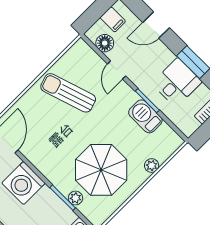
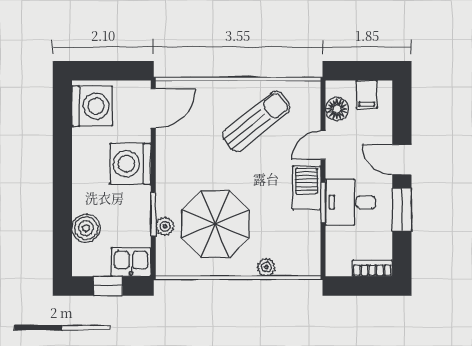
door: (156, 25) -> (402, 160), moved
desk: (177, 83) -> (350, 202), moved, turned 180
sun lounger: (68, 93) -> (256, 121), turned 69
barbecue: (145, 116) -> (306, 188), moved

